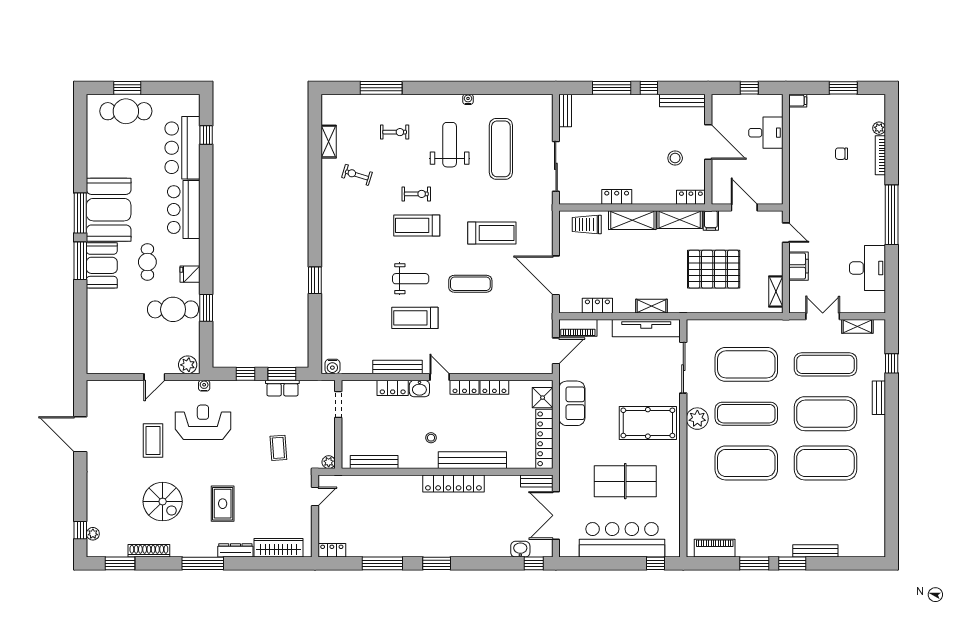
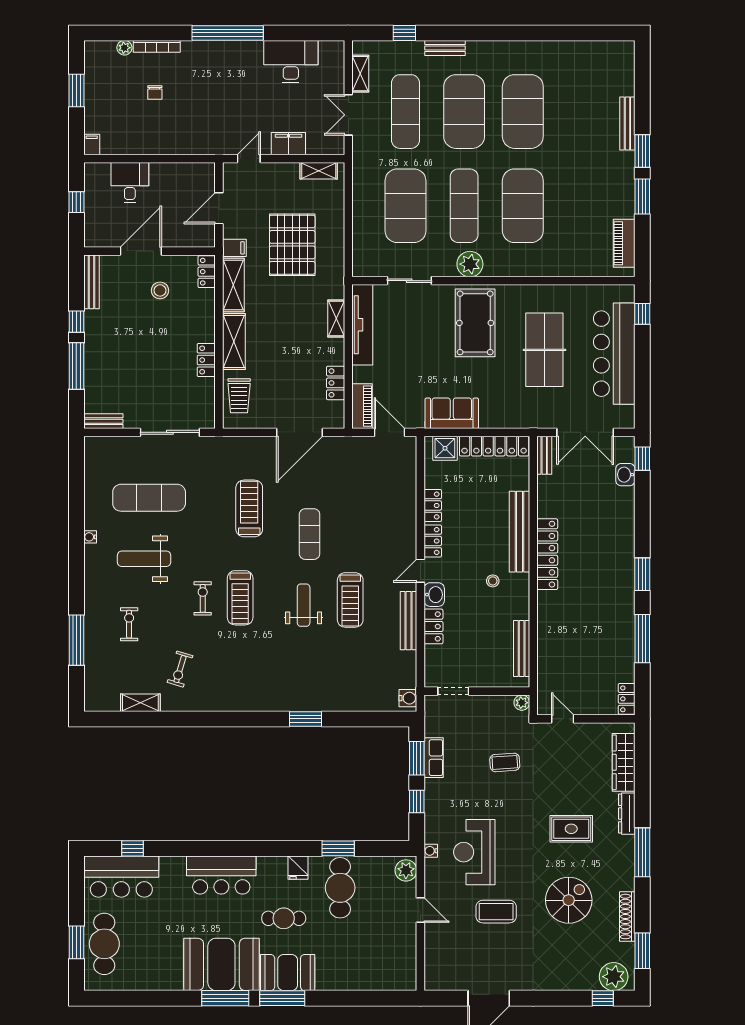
bar counter: (182, 148) -> (121, 877), moved
sliding door: (683, 368) -> (409, 281), width x0.73
plant: (93, 534) -> (614, 977), width x1.87, depth x1.87

